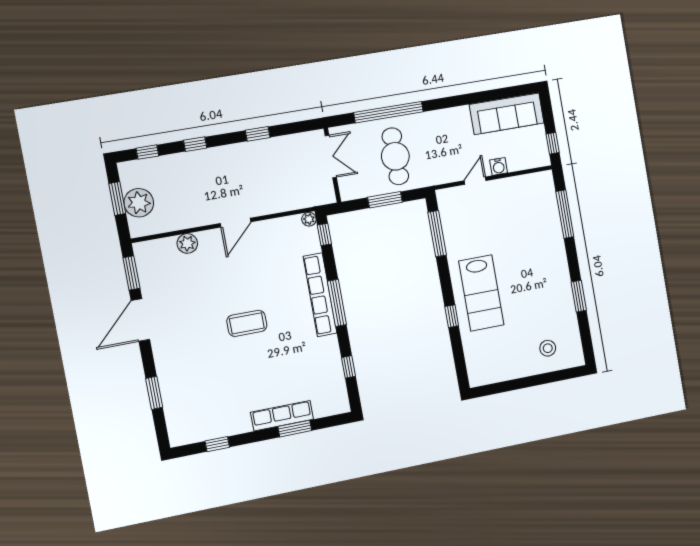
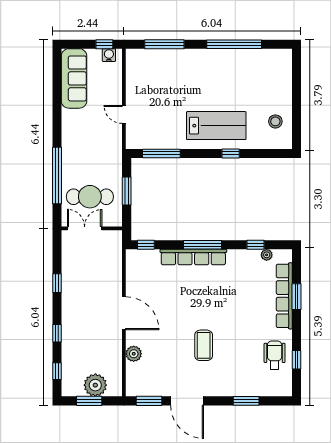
cafe table: (395, 156) -> (90, 197), moved
water cooler: (499, 166) -> (109, 55), moved, turned -90
plant: (309, 219) -> (267, 255), moved
door: (236, 223) -> (124, 313), width x1.36
window: (579, 296) -> (234, 44), width x2.11
coffee table: (247, 323) -> (204, 345), moved
stool: (548, 348) -> (275, 121), moved
wheelchair: (218, 416) -> (275, 355), added
row of seats: (282, 416) -> (284, 296), width x1.36

